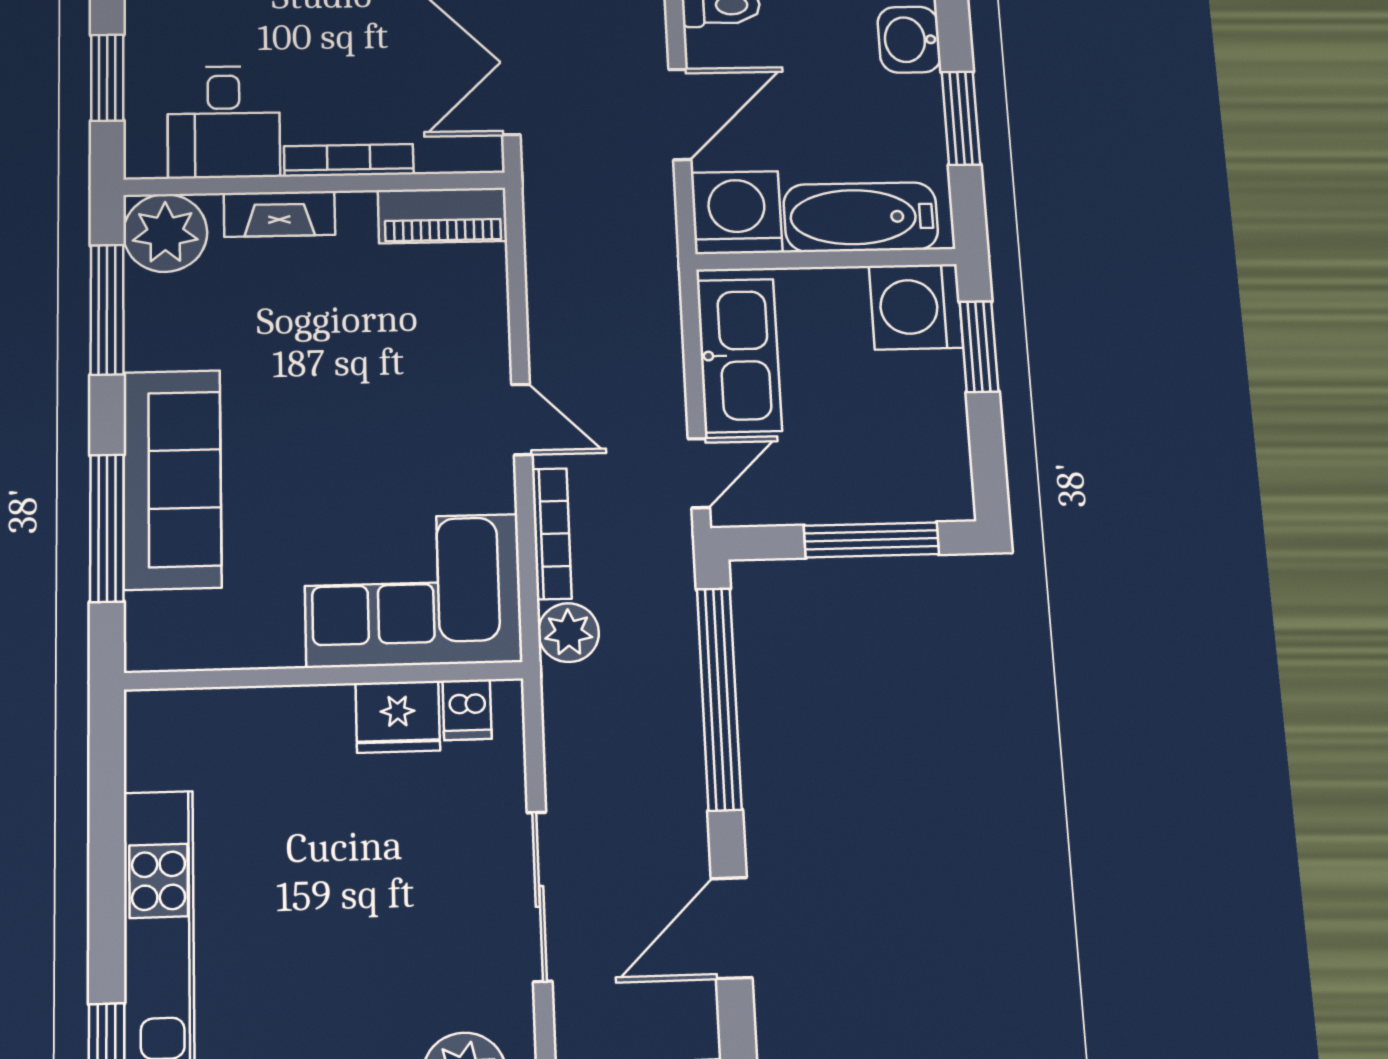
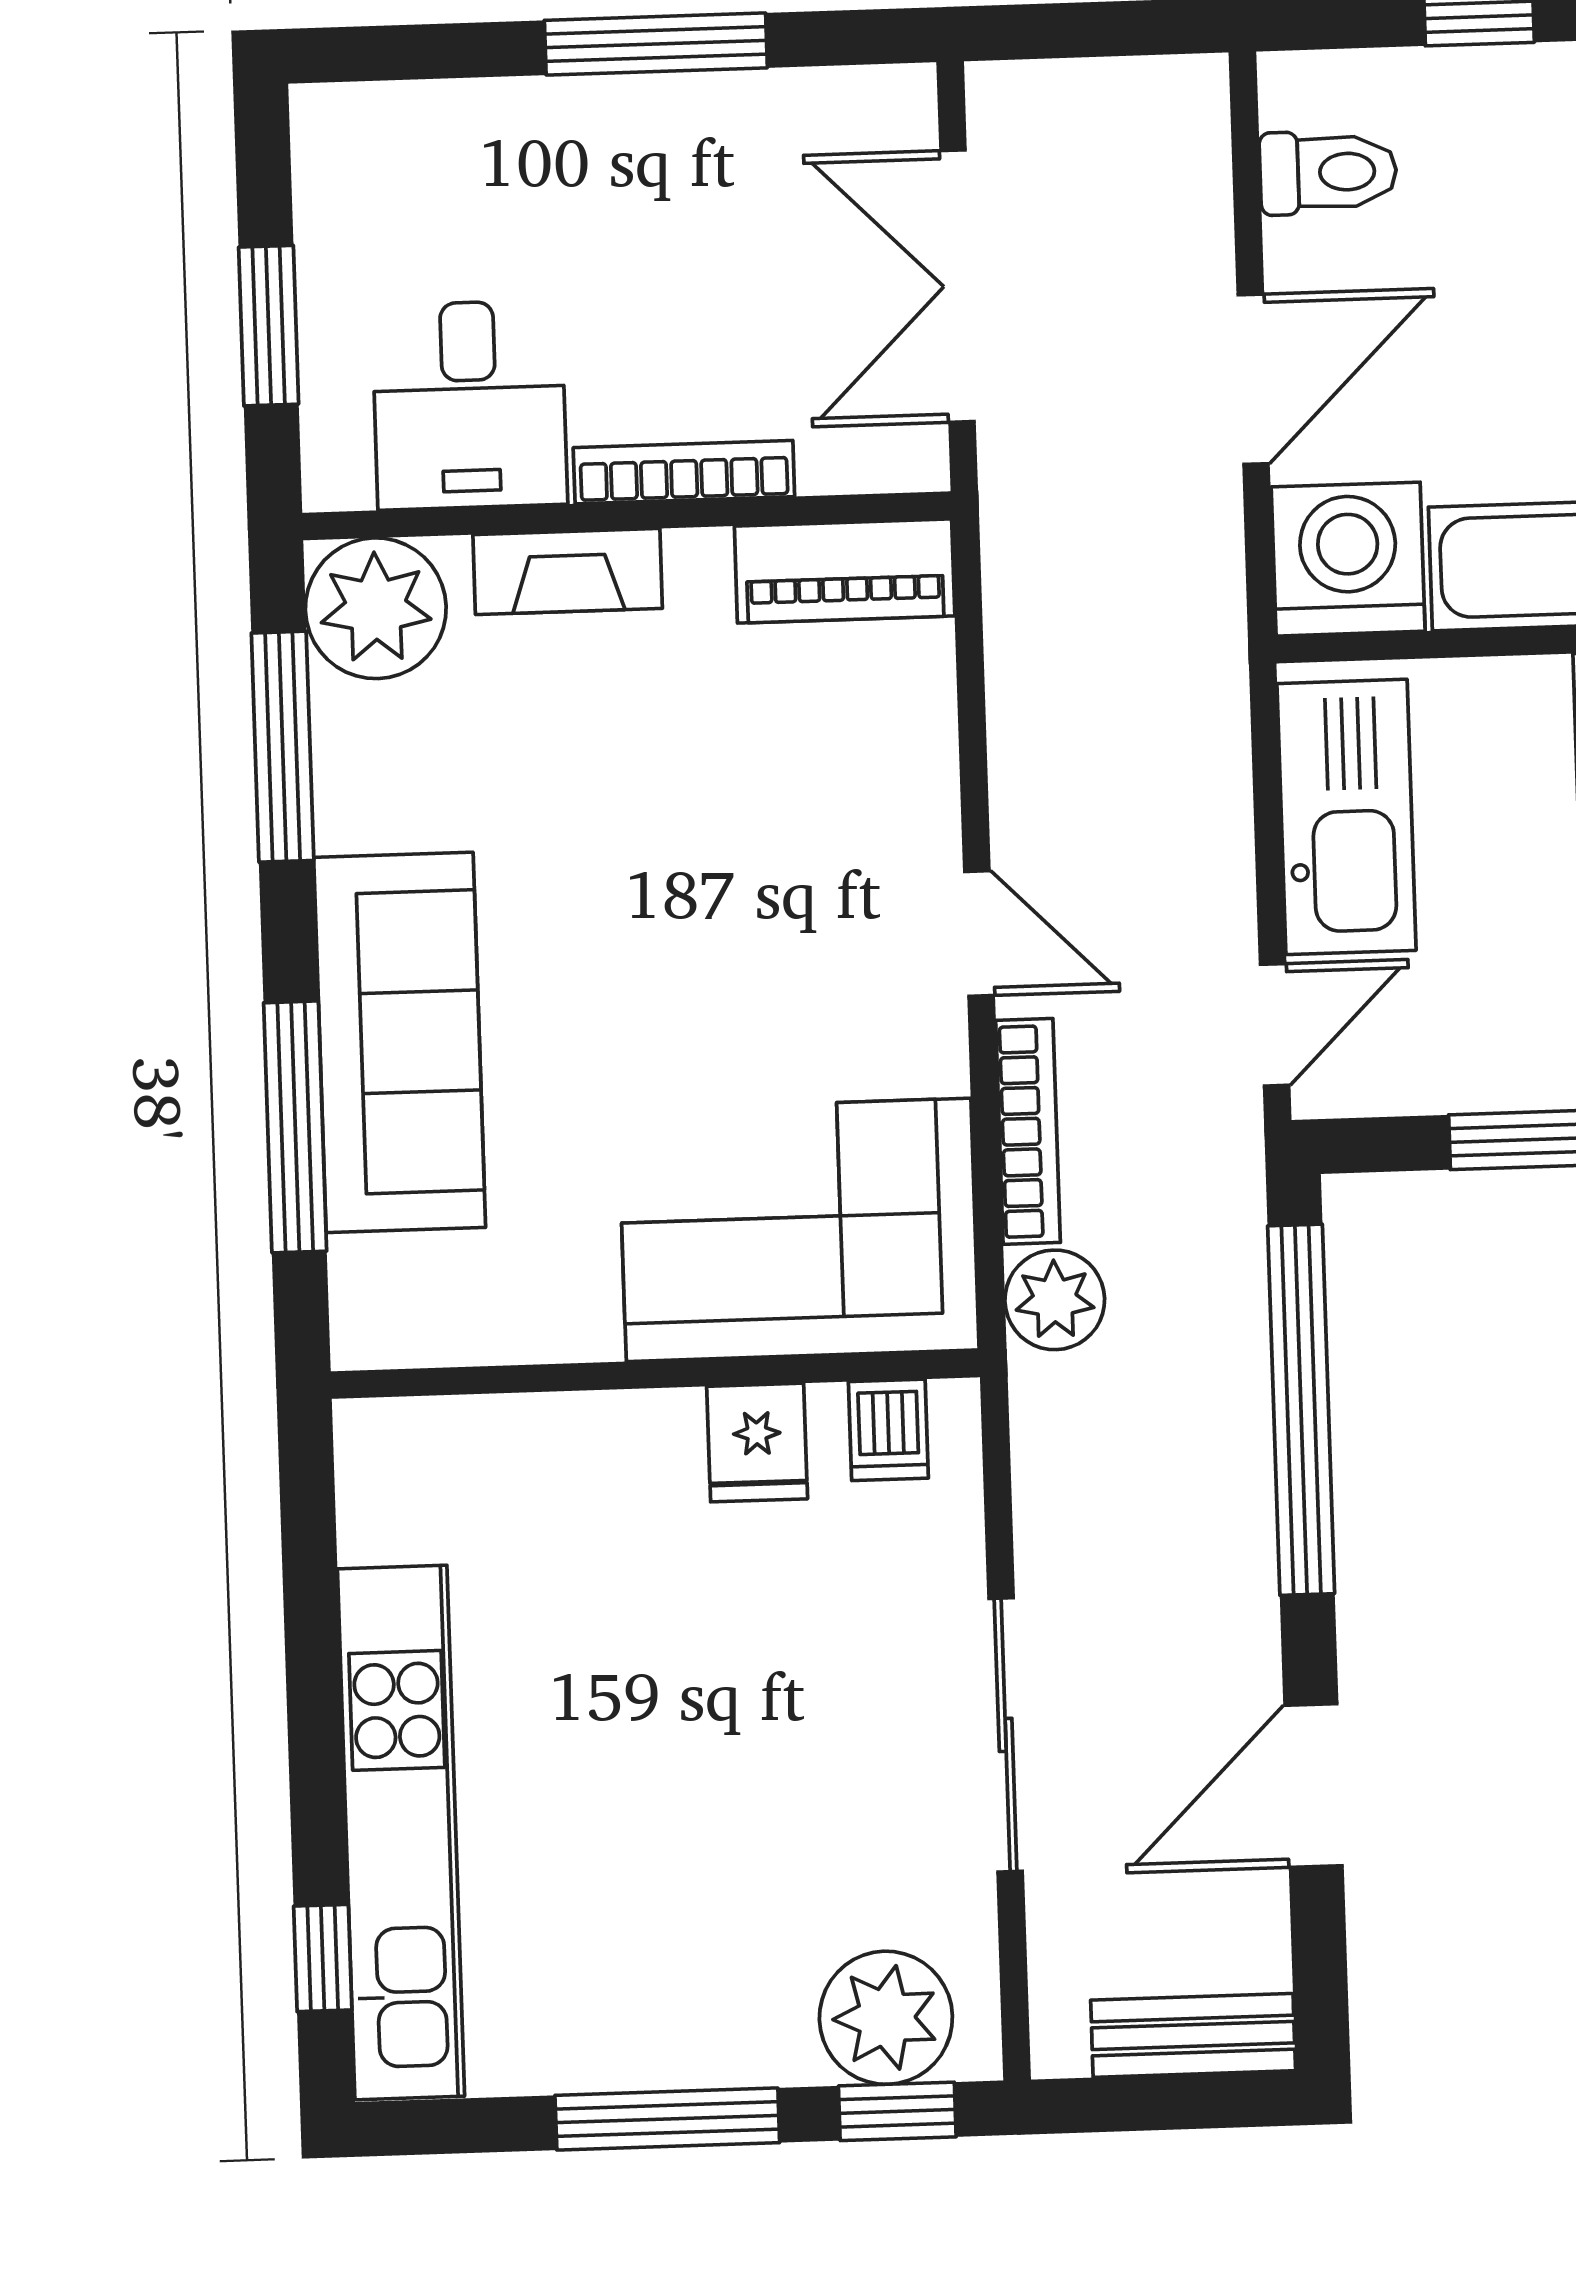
fridge: (398, 717) -> (757, 1443), width x0.72

